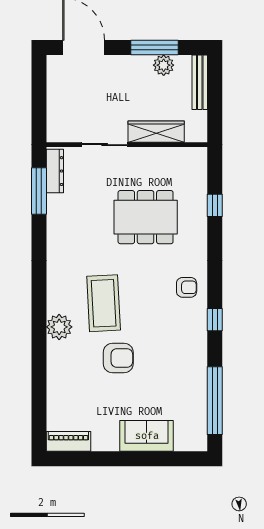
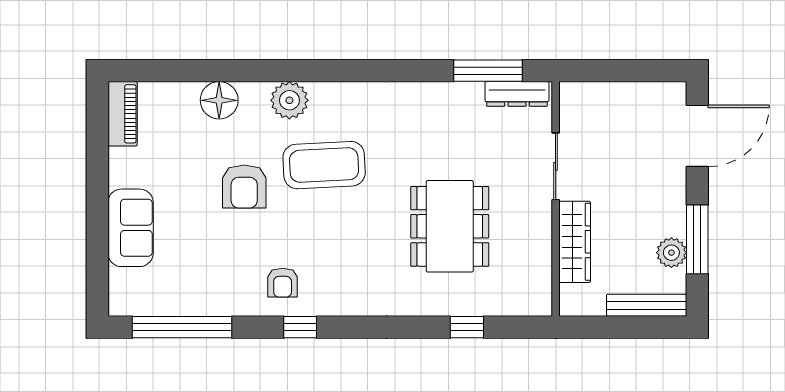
armchair: (187, 287) -> (283, 283), moved
floor lamp: (59, 375) -> (219, 100), added

